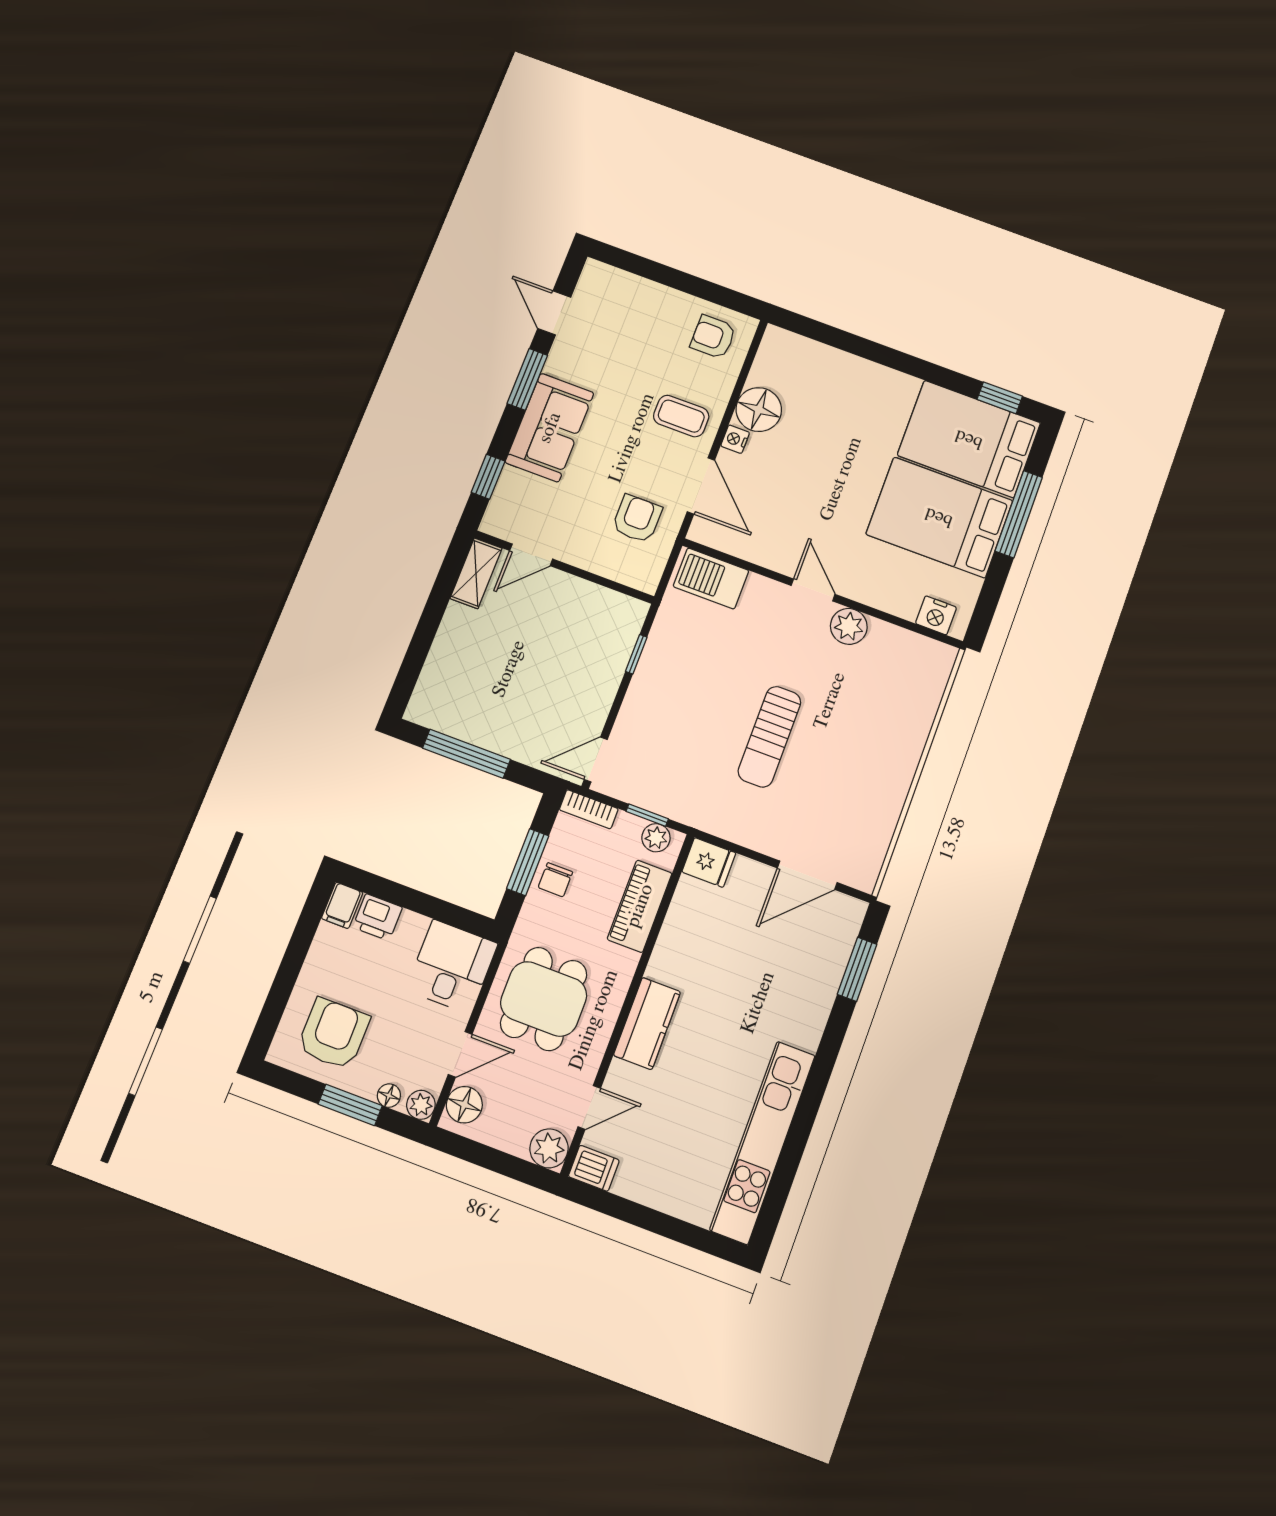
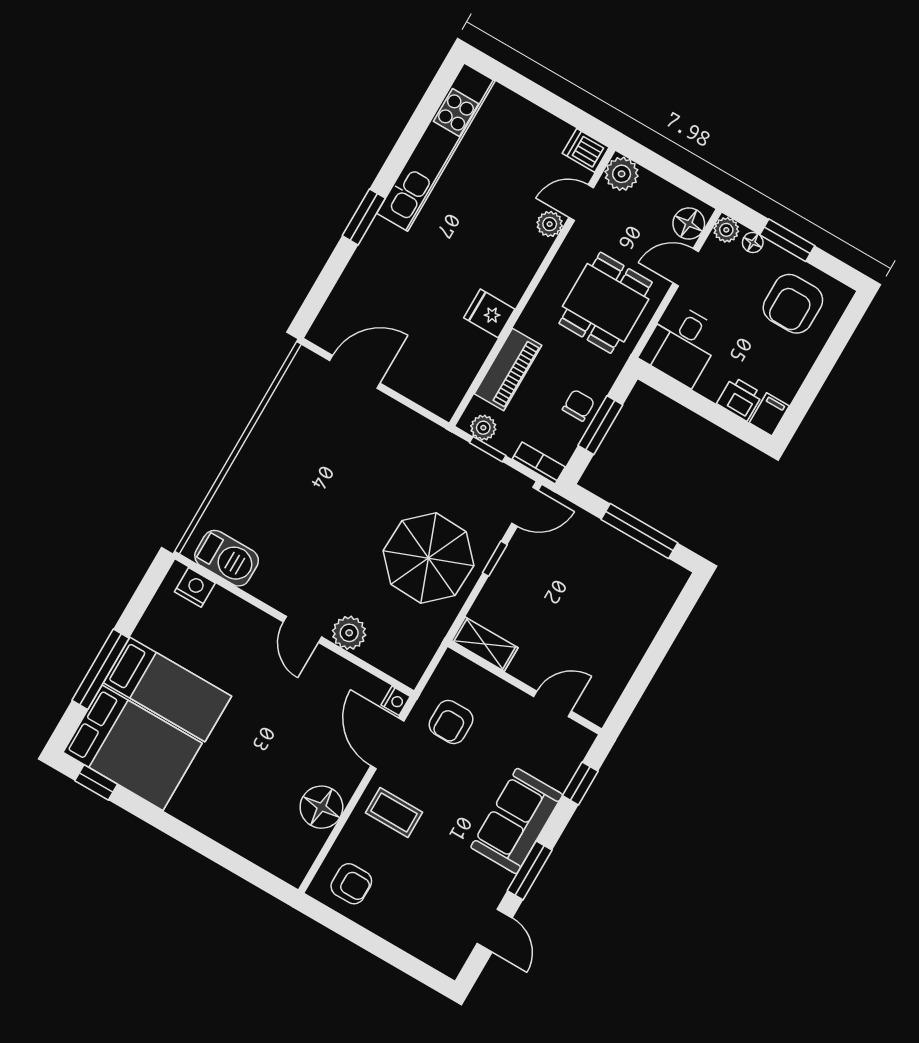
nightstand: (735, 439) -> (396, 701), moved
bed: (939, 517) -> (167, 689), width x0.67
shelving: (476, 573) -> (485, 644), moved, turned 90
barbecue: (711, 578) -> (227, 558), moved
plant: (849, 626) -> (349, 633), moved
window: (636, 654) -> (495, 559), moved
parasol: (691, 687) -> (428, 558), added
sun lounger: (769, 737) -> (366, 501), removed
fridge: (709, 862) -> (489, 313), moved
window: (857, 969) -> (364, 217), moved
kitchen counter: (647, 1024) -> (519, 266), removed
plant: (621, 1077) -> (550, 224), added

